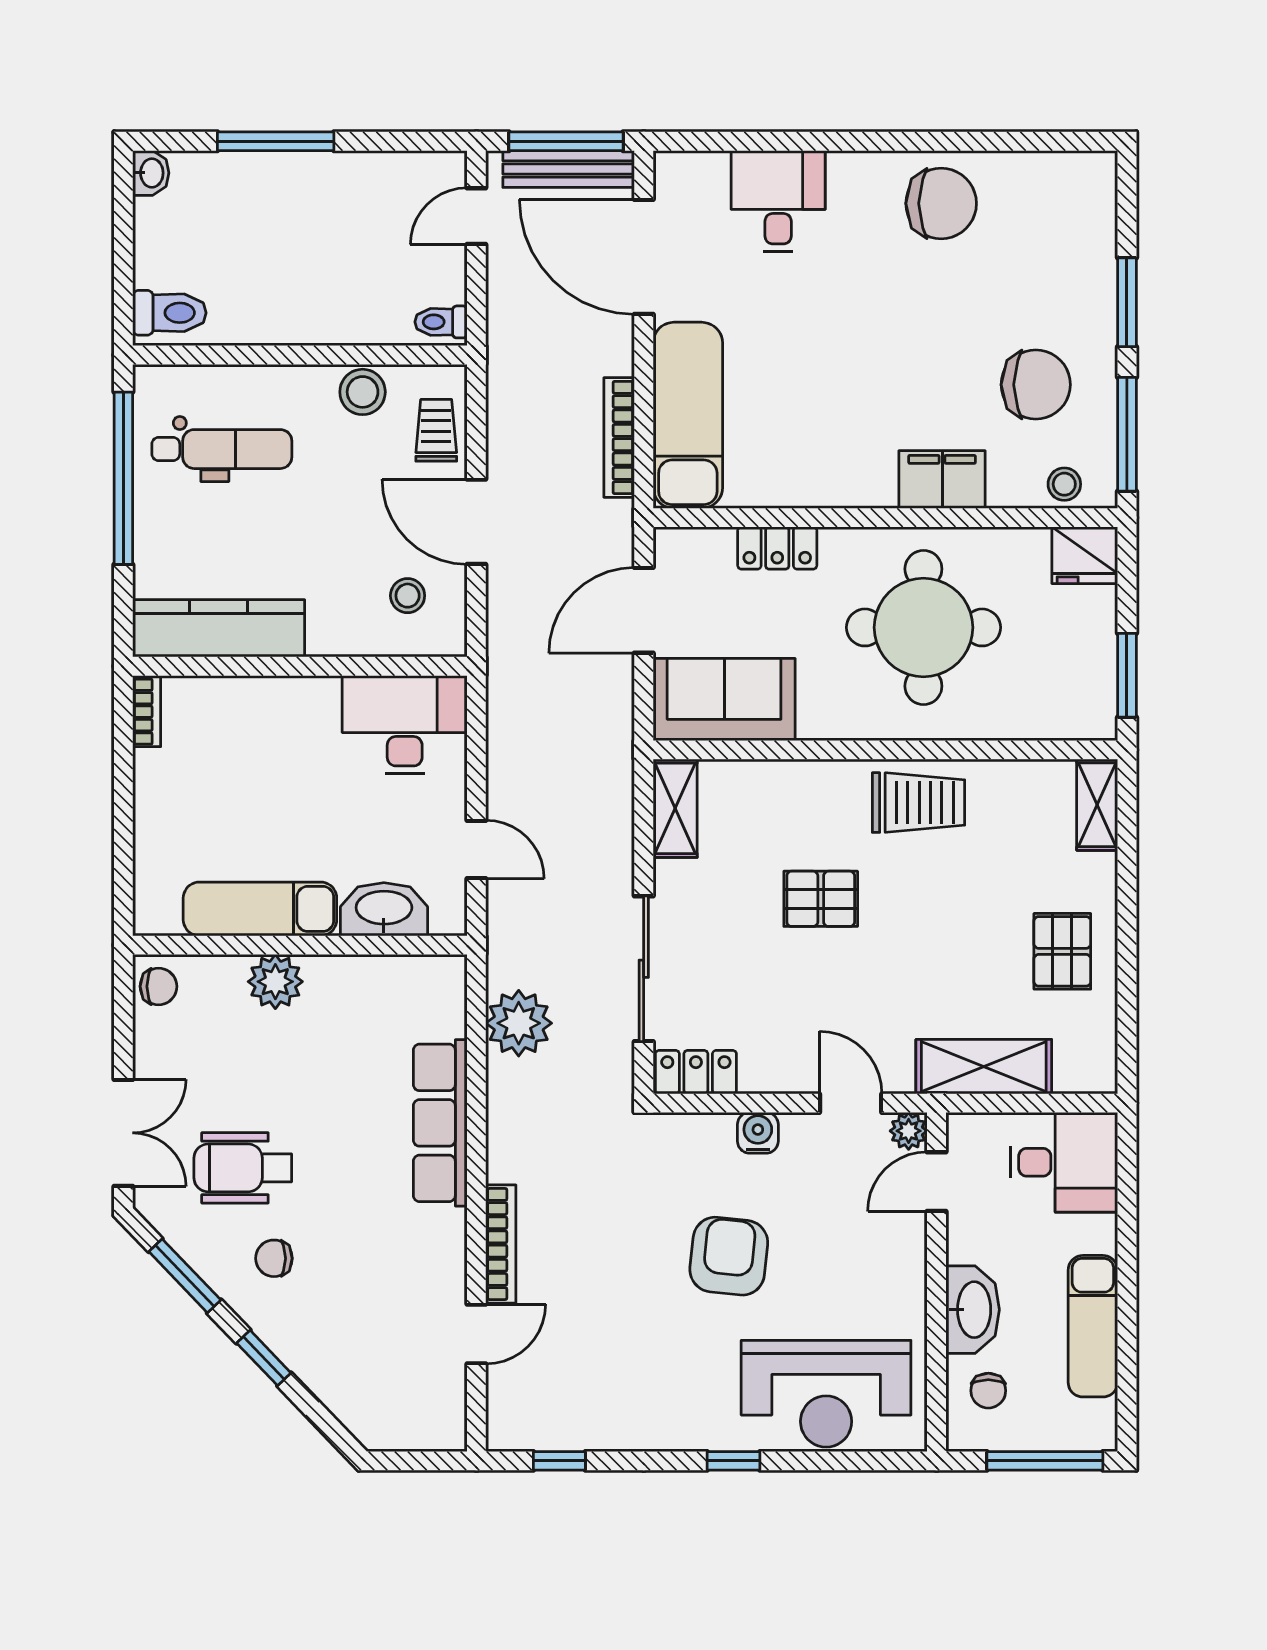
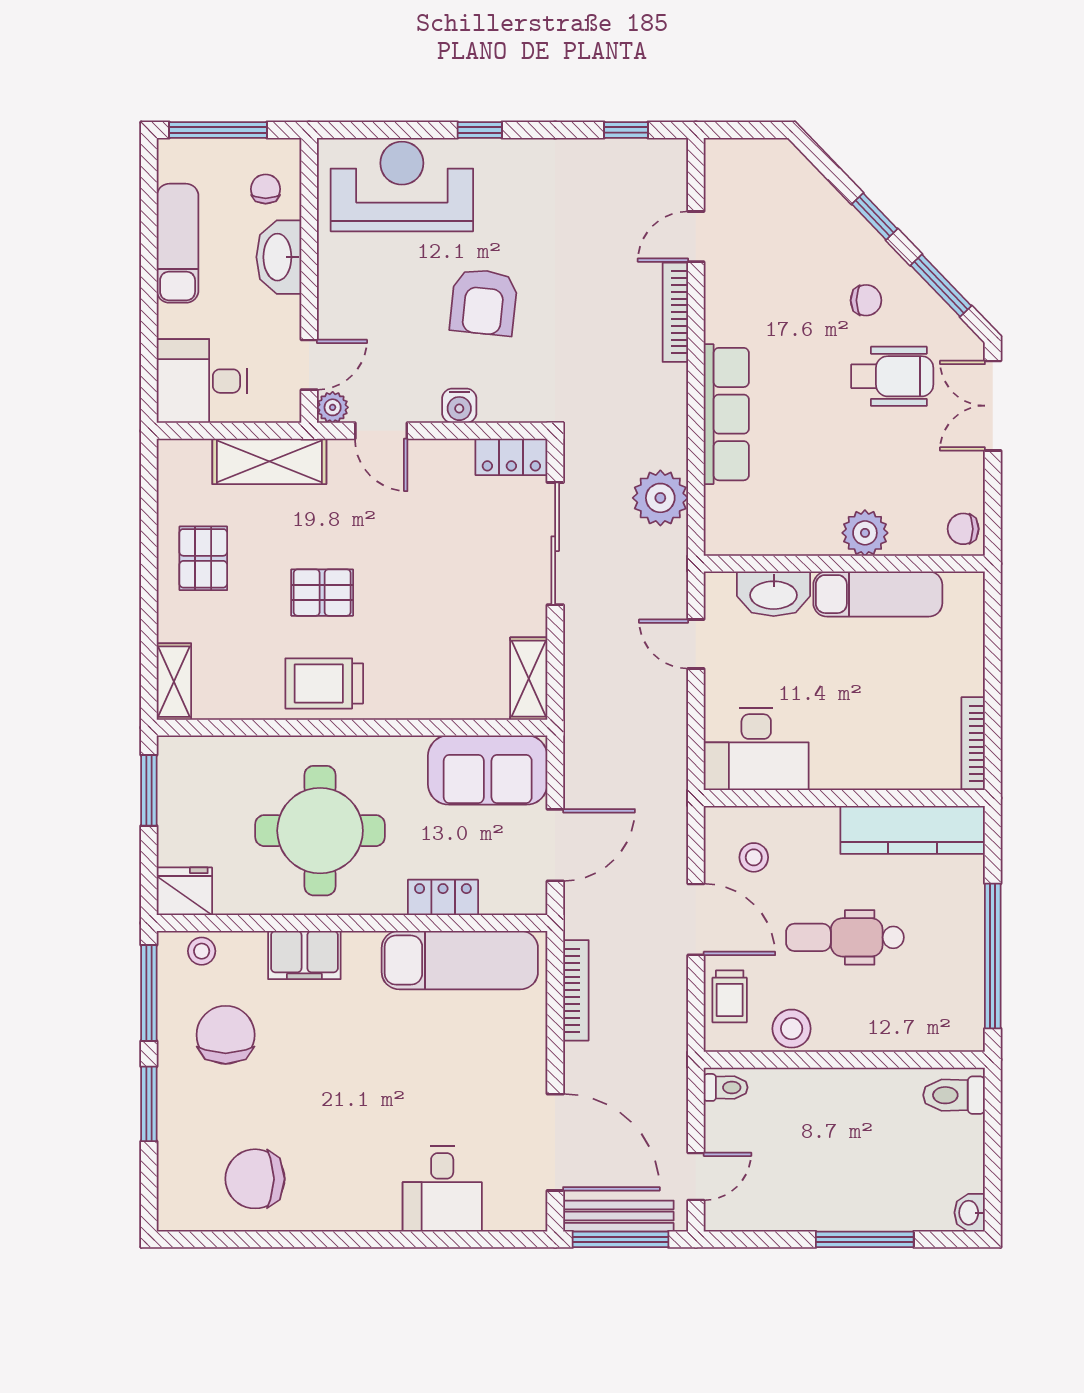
chair: (941, 203) -> (255, 1179), moved
chair: (1036, 385) -> (226, 1035), turned 90
exam couch: (688, 415) -> (460, 960), moved, turned -90
dental chair: (222, 449) -> (845, 937), moved
bookcase: (147, 712) -> (973, 743), width x1.56
pallet: (821, 899) -> (322, 593), moved

